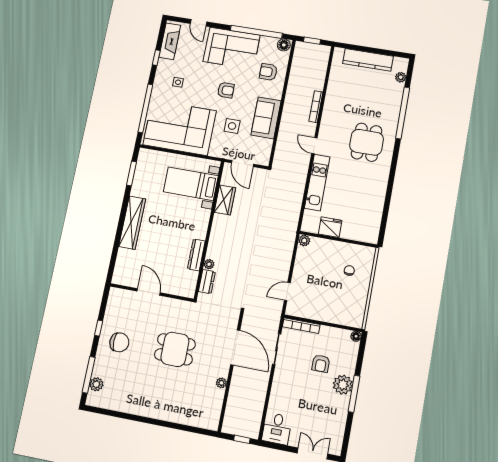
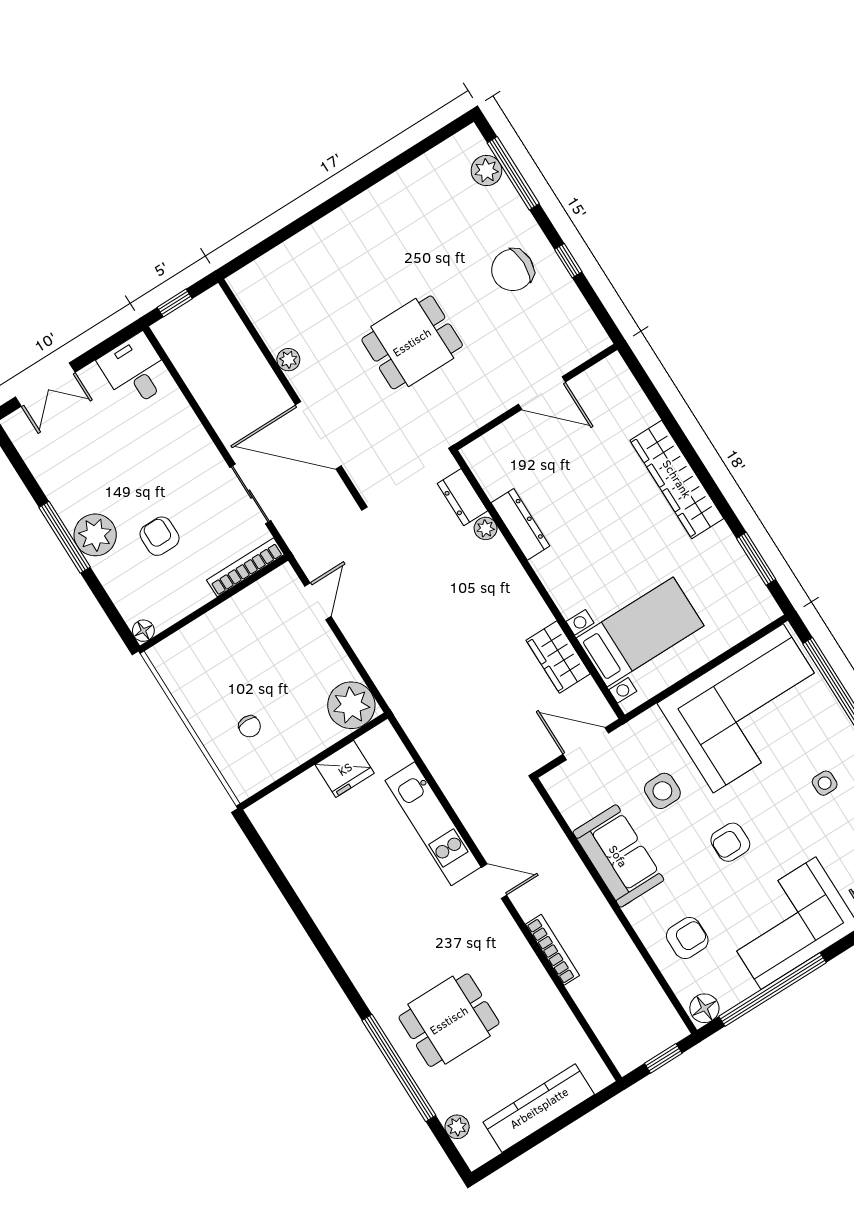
dining table: (367, 142) -> (449, 1020), moved, turned 90
plant: (304, 241) -> (351, 705), width x1.88, depth x1.88

